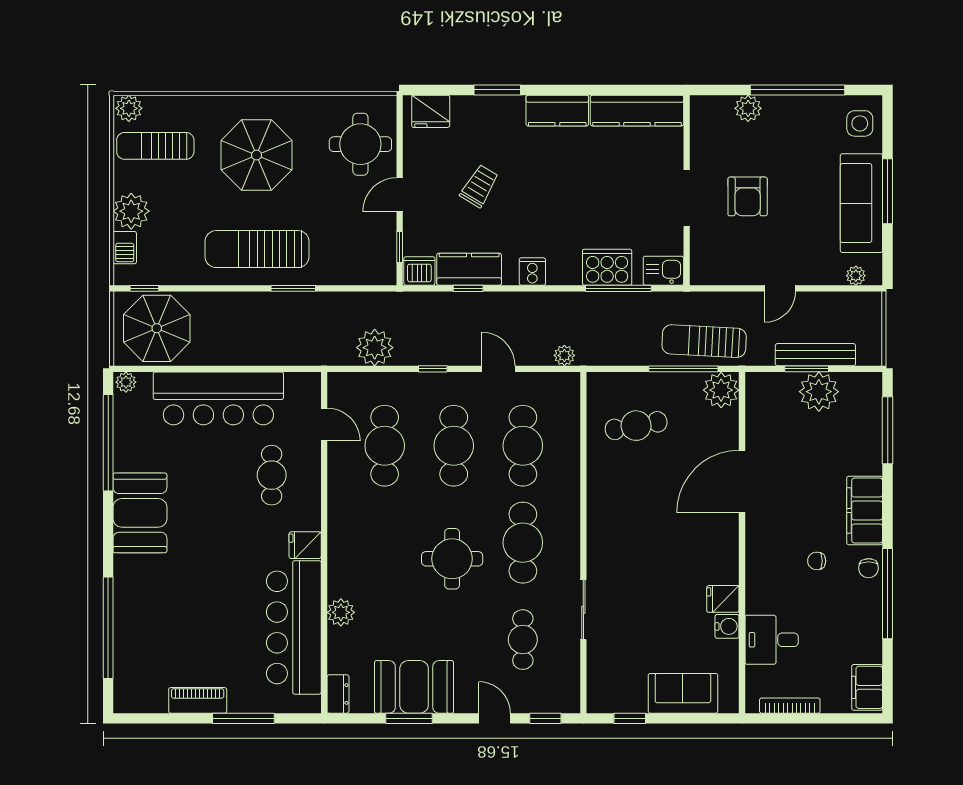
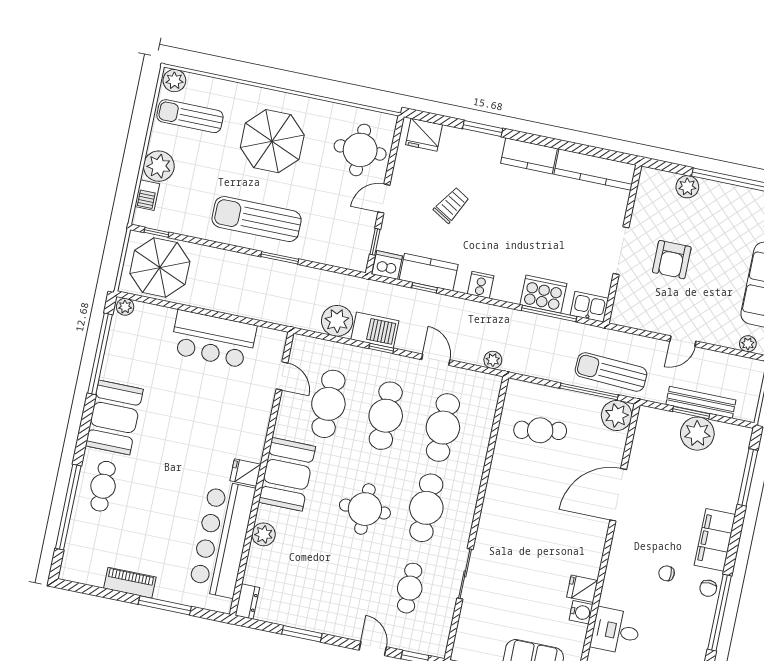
barbecue: (421, 349) -> (375, 330), added
bar counter: (218, 398) -> (213, 339), width x0.73
cafe table: (272, 475) -> (103, 486), moved
booth: (414, 687) -> (287, 474), moved, turned 90

